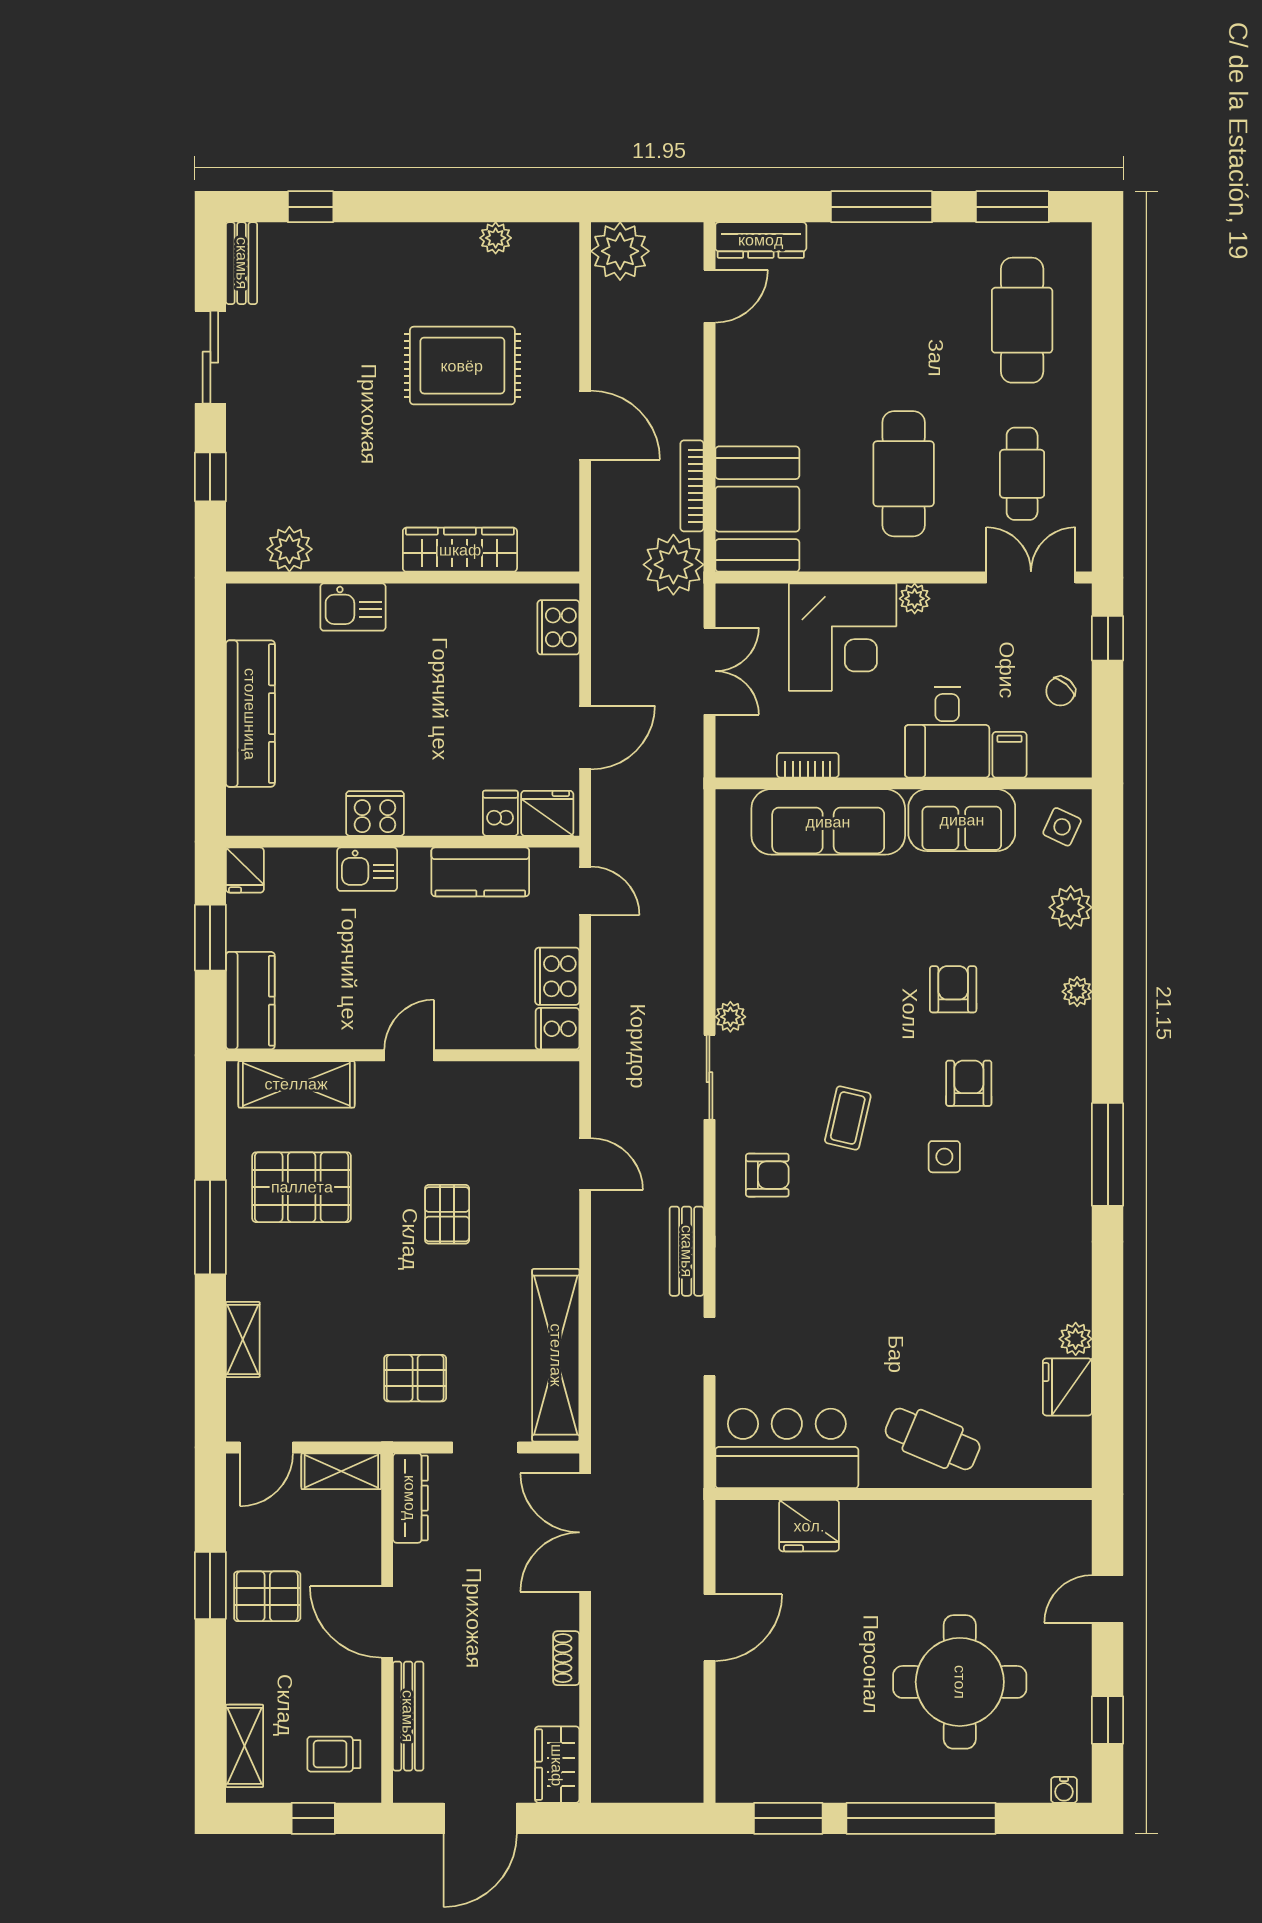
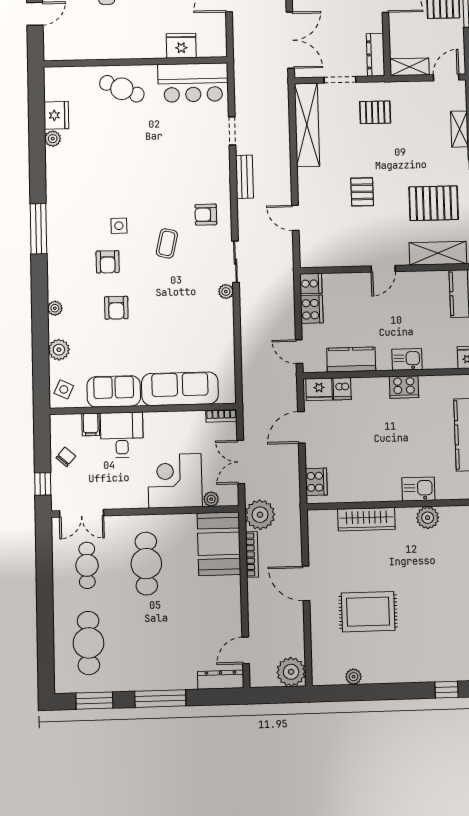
plant: (289, 549) -> (428, 518), moved
plant: (915, 599) -> (211, 499), moved
bookcase: (808, 765) -> (221, 416), moved

